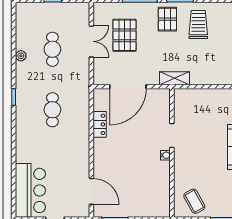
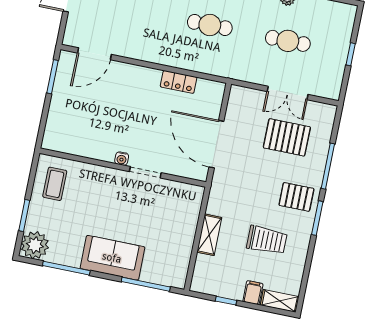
trolley: (198, 25) -> (267, 240), moved
shelving: (175, 78) -> (209, 235), moved
door: (128, 87) -> (216, 144), moved
coffee table: (194, 201) -> (55, 184), turned -61

